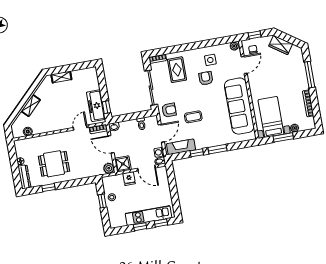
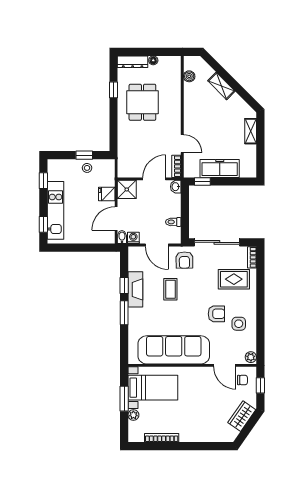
window: (310, 75) -> (198, 446), removed
freezer: (96, 106) -> (220, 169), moved
fireplace: (181, 147) -> (135, 289), moved
plant: (109, 168) -> (124, 171), removed
window: (140, 227) -> (43, 181), moved

